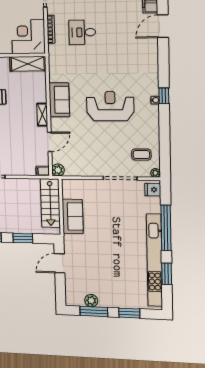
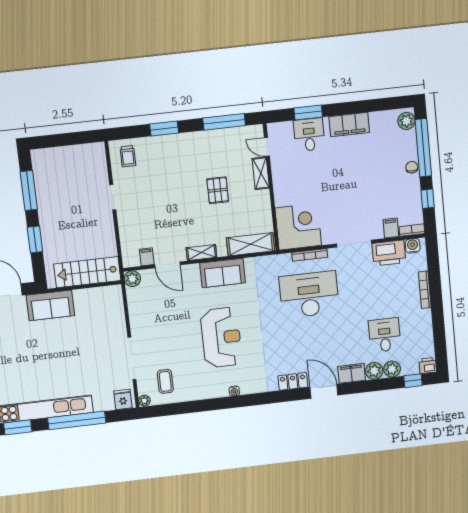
desk: (82, 32) -> (309, 295), width x1.87, depth x1.30
locker: (152, 52) -> (293, 381), added
shelving: (28, 64) -> (251, 244), moved, turned 90
window: (164, 96) -> (241, 401), removed
filing cabinet: (43, 171) -> (147, 257), moved
sofa: (73, 216) -> (50, 305), moved

